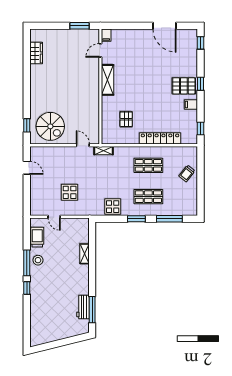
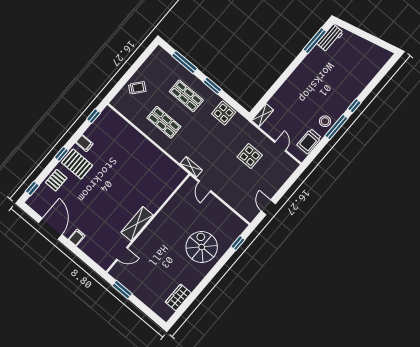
filing cabinet: (106, 35) -> (77, 237), moved
pallet: (126, 119) -> (56, 180), moved
spiral stairs: (50, 126) -> (202, 247), moved
locker: (160, 138) -> (135, 137), removed
shelving: (85, 254) -> (263, 115), moved
workbench: (83, 307) -> (330, 38), moved

